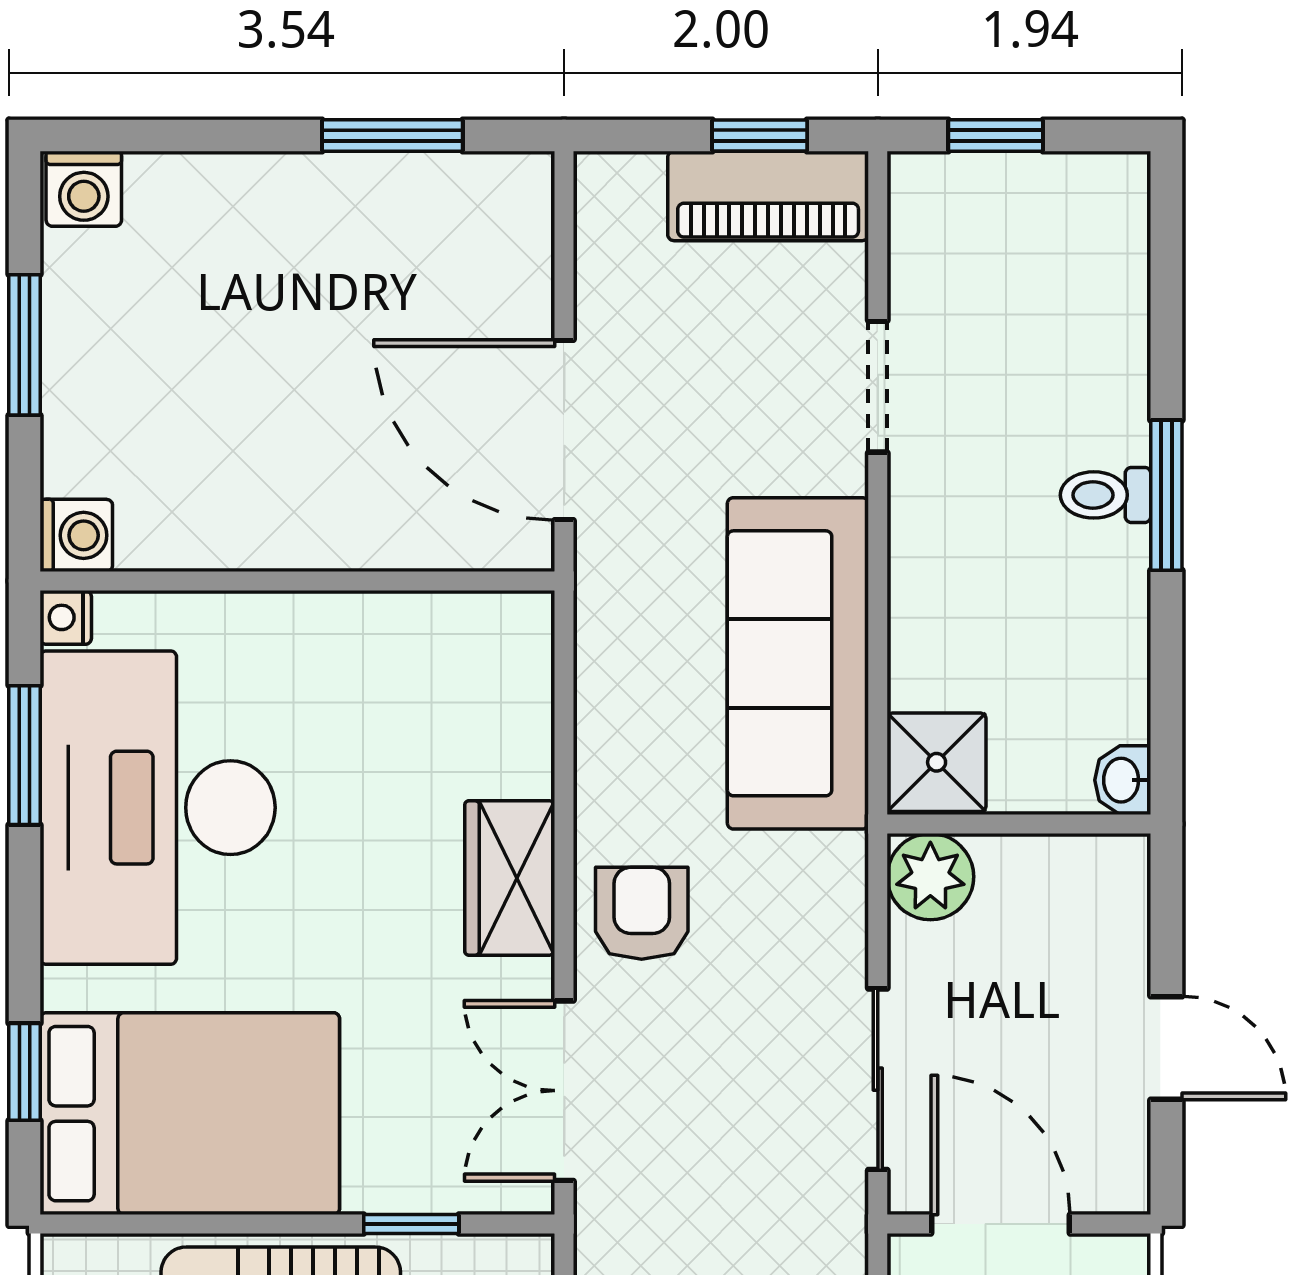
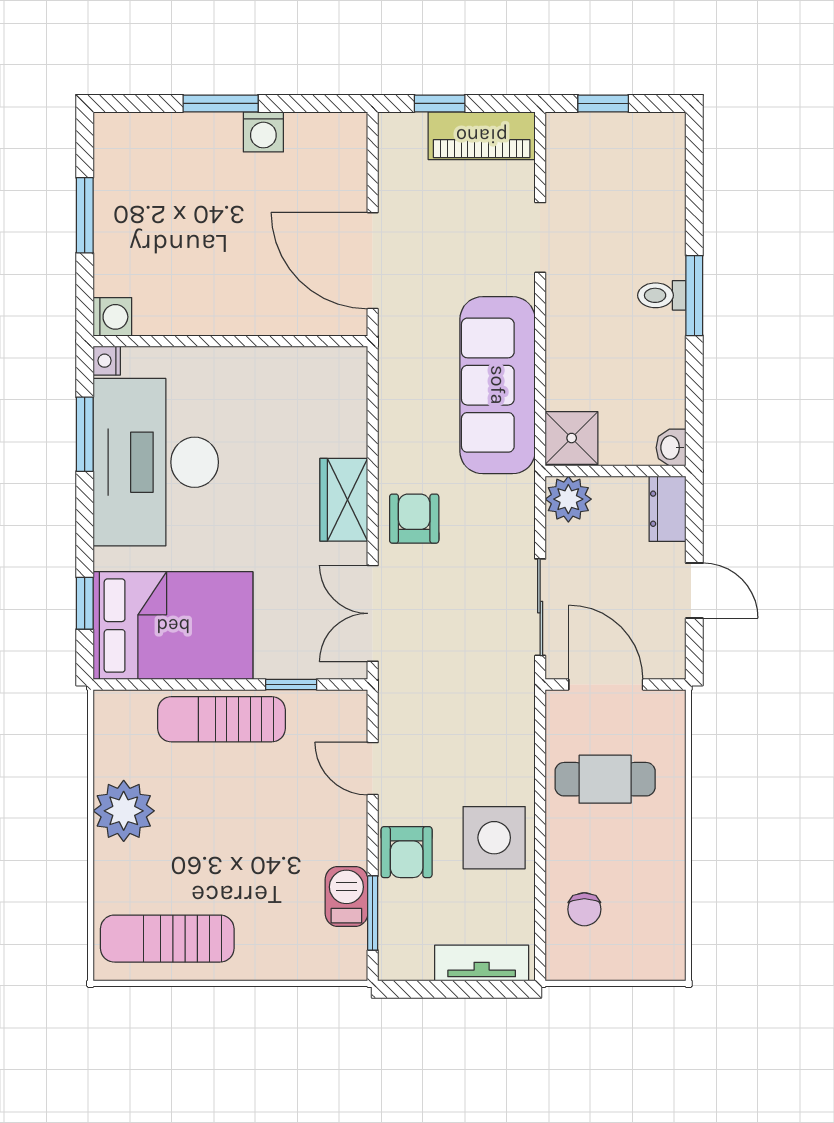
window: (392, 135) -> (221, 103), moved
window: (760, 135) -> (440, 103), moved
washing machine: (84, 189) -> (263, 132), moved
dresser: (1116, 895) -> (667, 509), added

